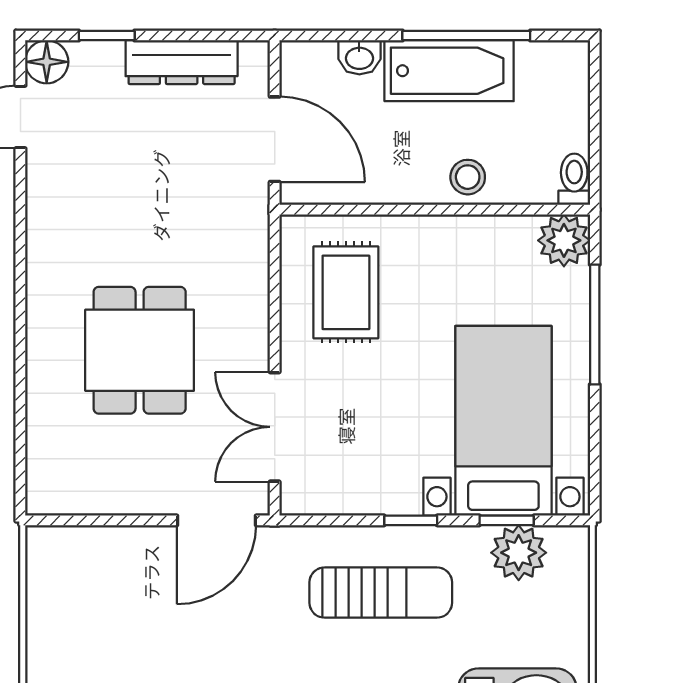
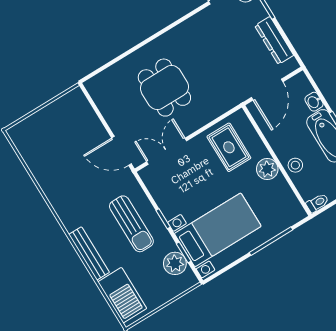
plant: (564, 240) -> (267, 169), moved
rug: (346, 292) -> (229, 147), turned 90
dining table: (140, 350) -> (164, 88), turned 90

